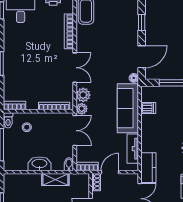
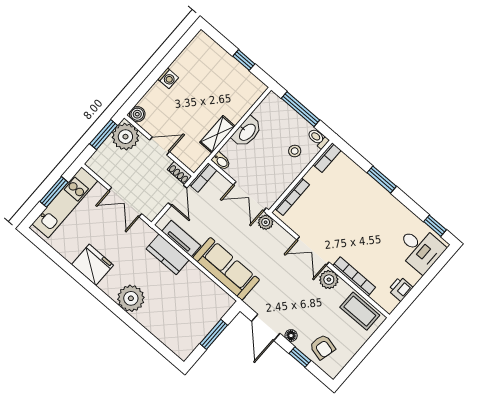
armchair: (125, 15) -> (322, 347), added
floor lamp: (134, 78) -> (291, 336), moved
plant: (83, 95) -> (329, 280), moved
dishwasher: (148, 108) -> (208, 289), removed
kitchen counter: (148, 168) -> (168, 254), moved

